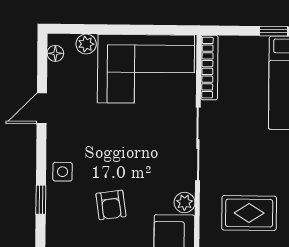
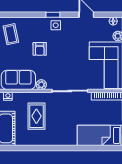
window: (41, 200) -> (53, 15), moved
armchair: (111, 205) -> (40, 49), turned -82

